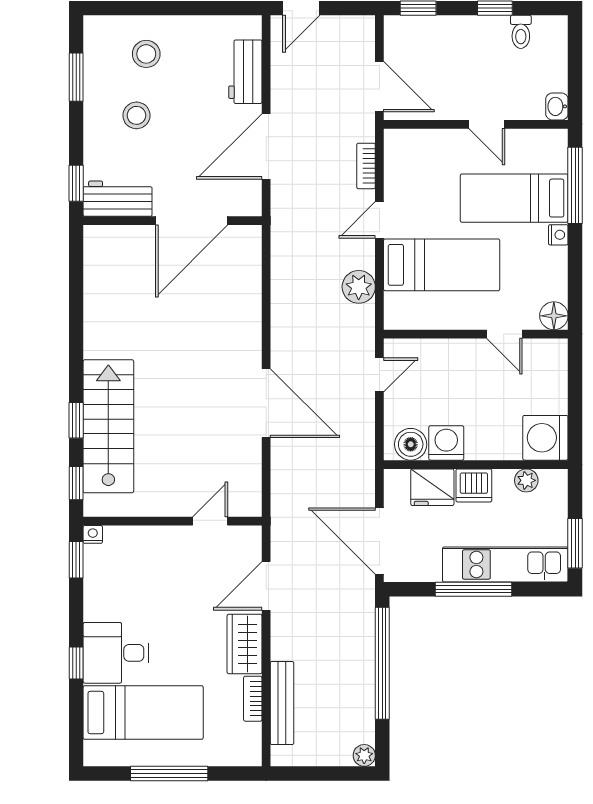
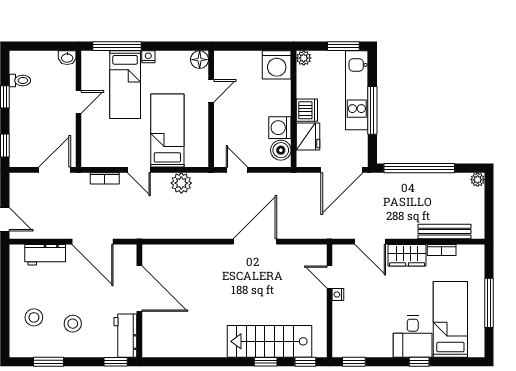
plant: (526, 480) -> (304, 58), moved
nightstand: (93, 534) -> (338, 294), moved

